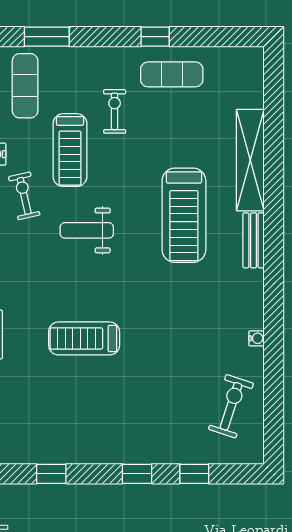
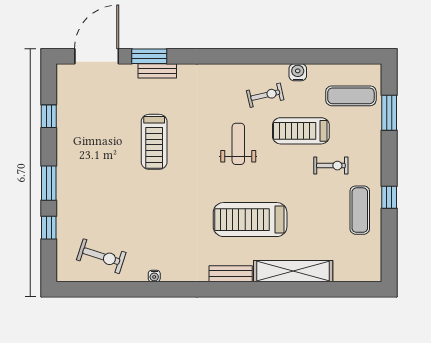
treadmill: (84, 338) -> (154, 142), turned 180
window: (137, 474) -> (49, 183), width x1.50

